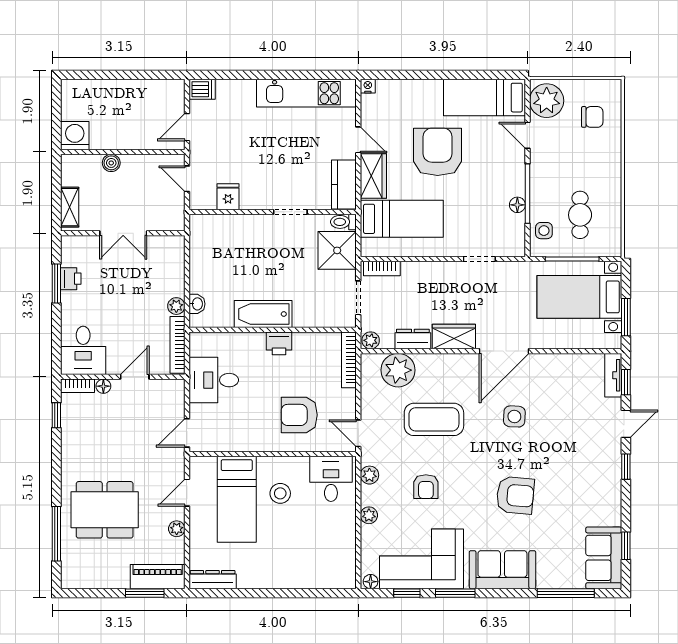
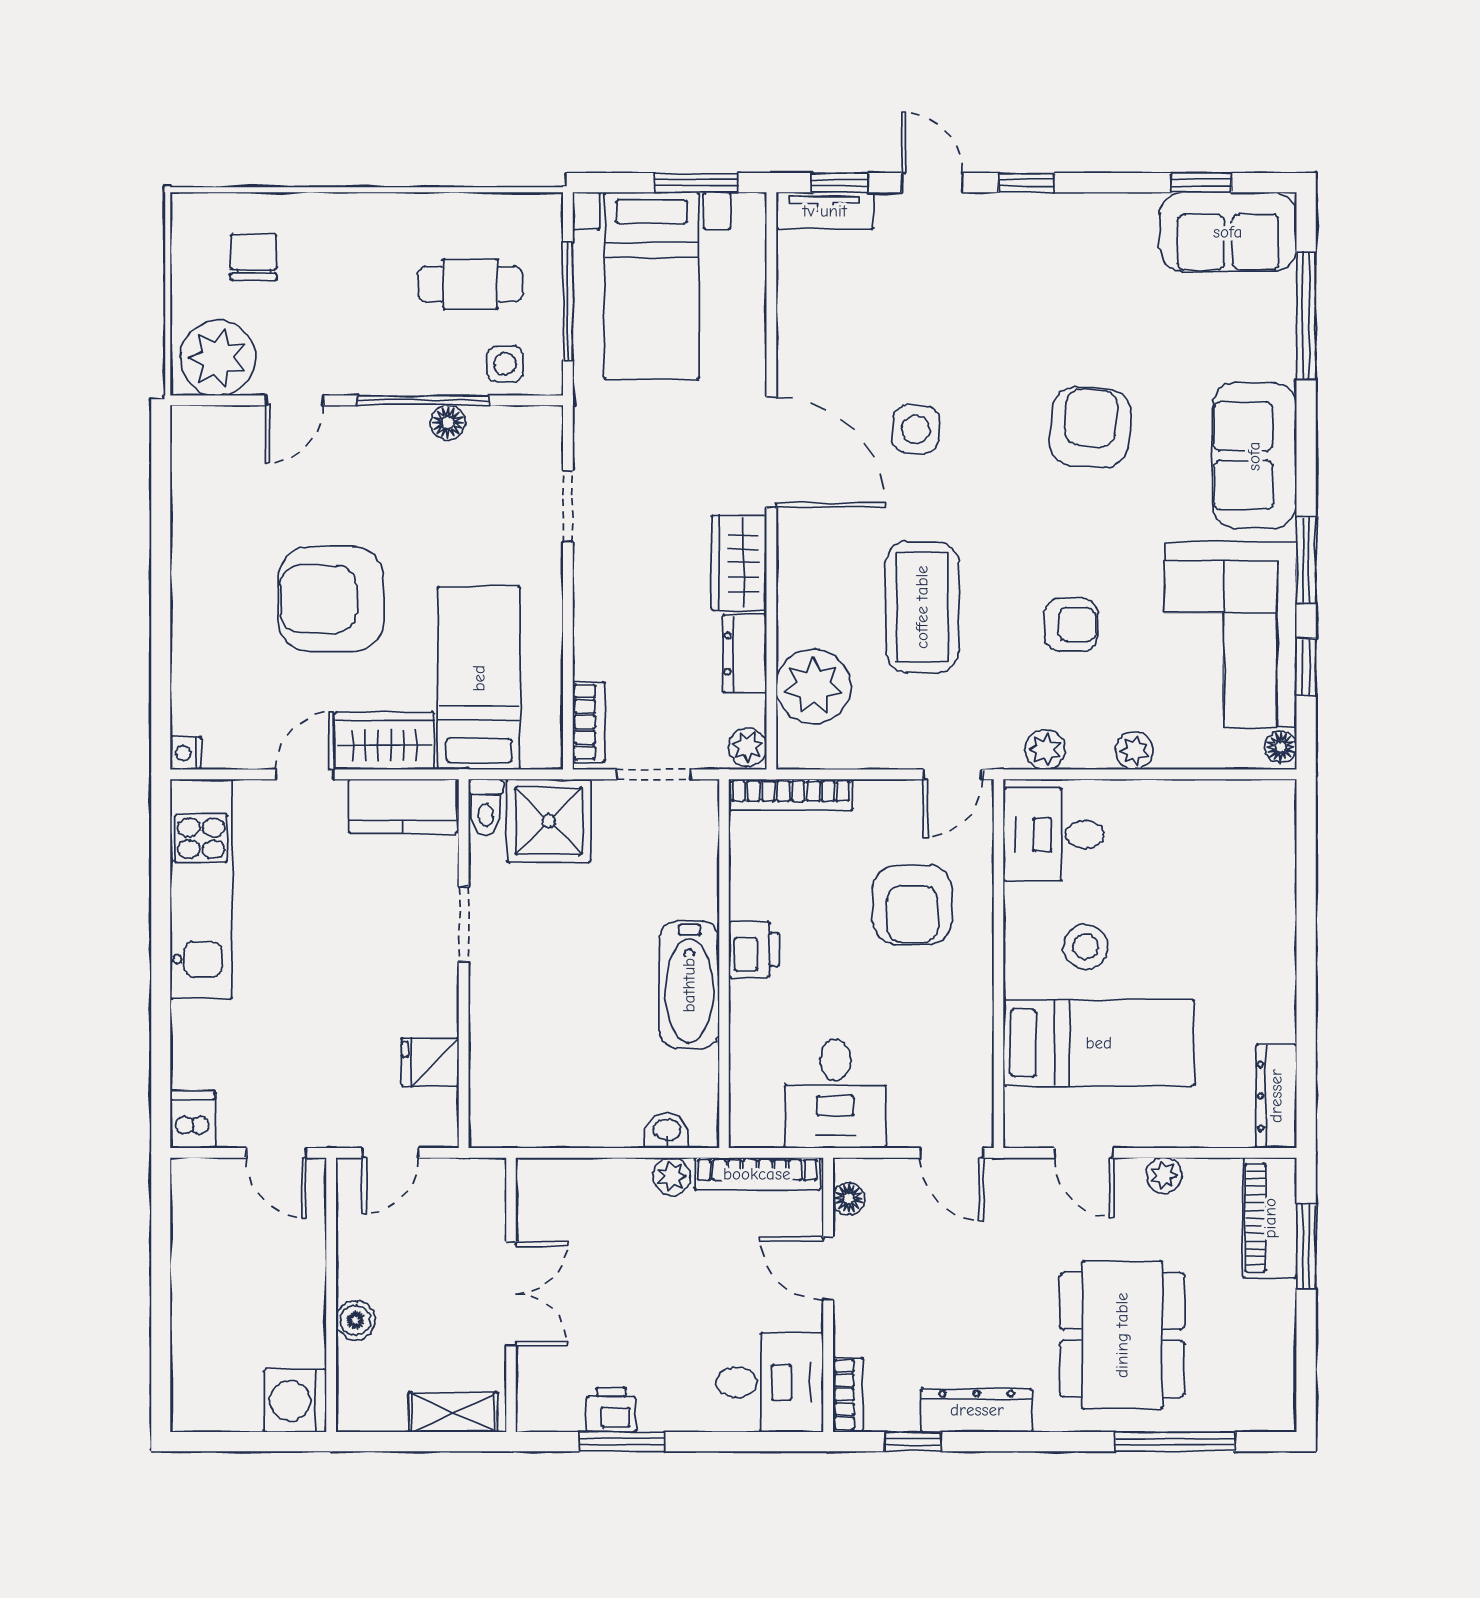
bed: (484, 98) -> (211, 495), removed
floor lamp: (103, 386) -> (849, 1198), moved
dresser: (70, 444) -> (977, 1410), added

